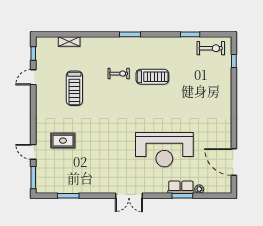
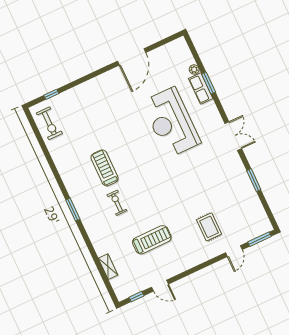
window: (190, 34) -> (45, 150), removed
exercise bike: (211, 48) -> (49, 123), turned 180
reception desk: (164, 150) -> (171, 122), turned 180
door: (234, 162) -> (132, 57), moved
window: (68, 196) -> (254, 180), moved

